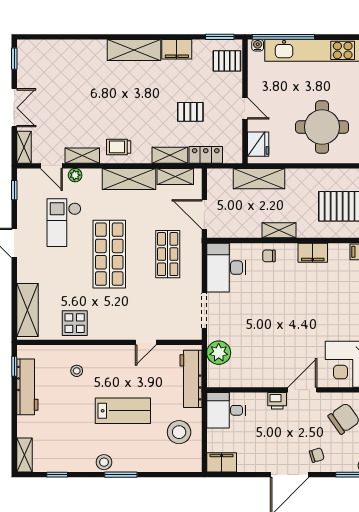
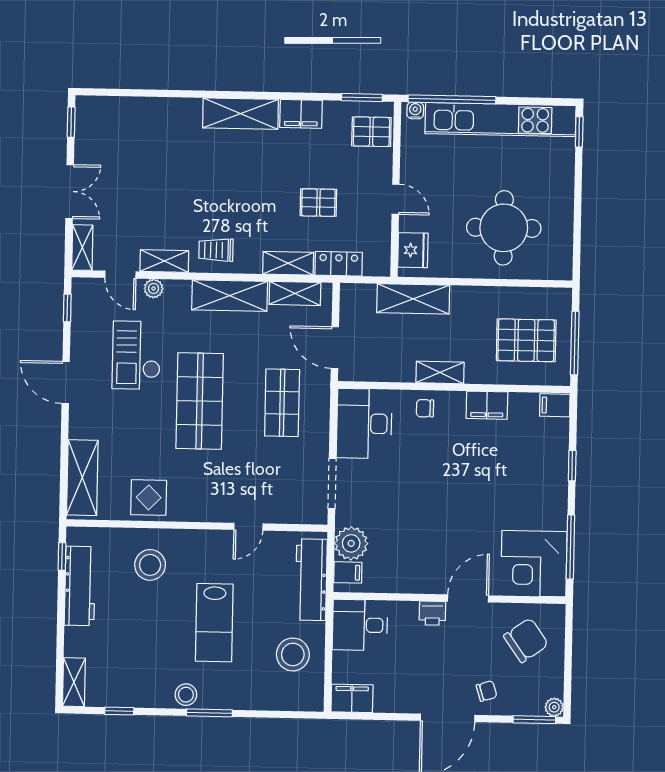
stool: (77, 371) -> (150, 565), width x1.89, depth x1.89
filing cabinet: (217, 373) -> (348, 572), added
lab bench: (123, 411) -> (214, 623), turned 90

